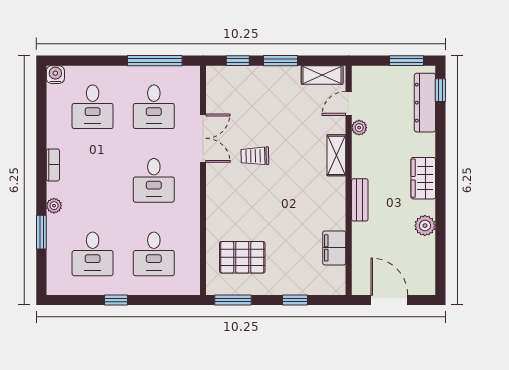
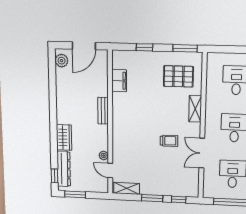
door: (349, 103) -> (110, 171), swing flipped
shelving: (336, 155) -> (195, 109), moved
wardrobe: (423, 178) -> (64, 137), moved
plant: (425, 226) -> (62, 61), moved
door: (389, 300) -> (84, 46), hinge flipped

